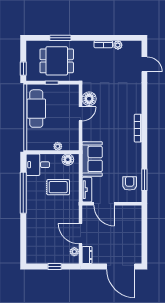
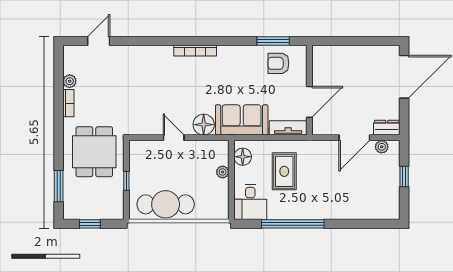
window: (60, 38) -> (59, 186), moved
dining table: (57, 61) -> (94, 152), moved
window: (23, 69) -> (90, 224), moved
floor lamp: (89, 99) -> (204, 125), moved

